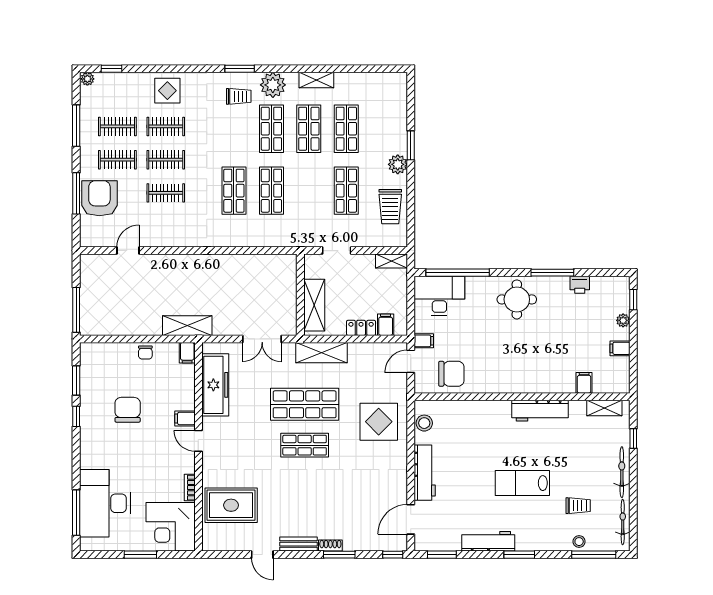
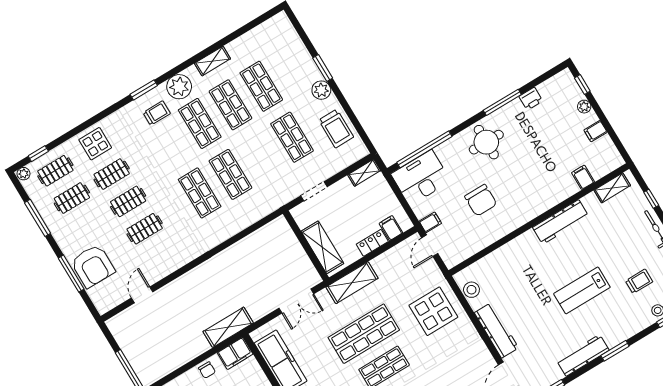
clothes rail: (117, 160) -> (55, 171), moved
armchair: (99, 198) -> (93, 266), turned 180
filing cabinet: (187, 353) -> (235, 353), width x2.00
chair: (451, 374) -> (481, 200), moved, turned 90

